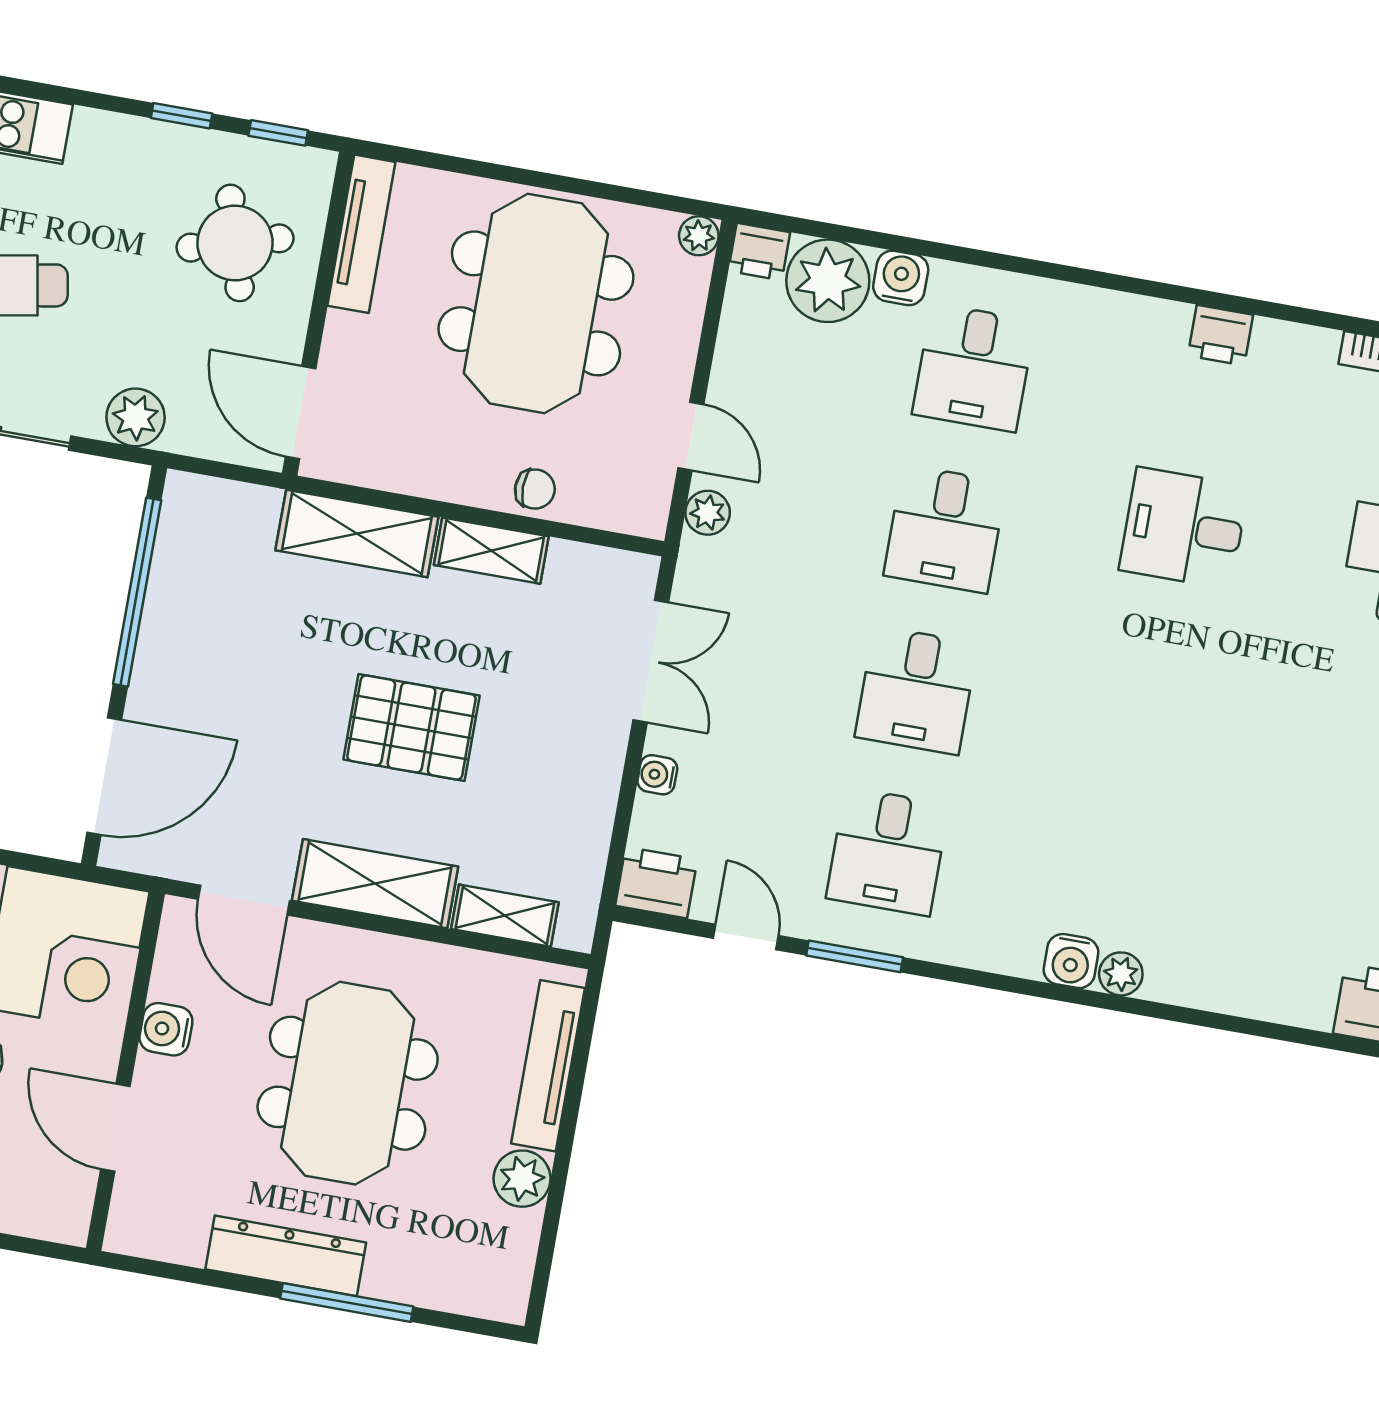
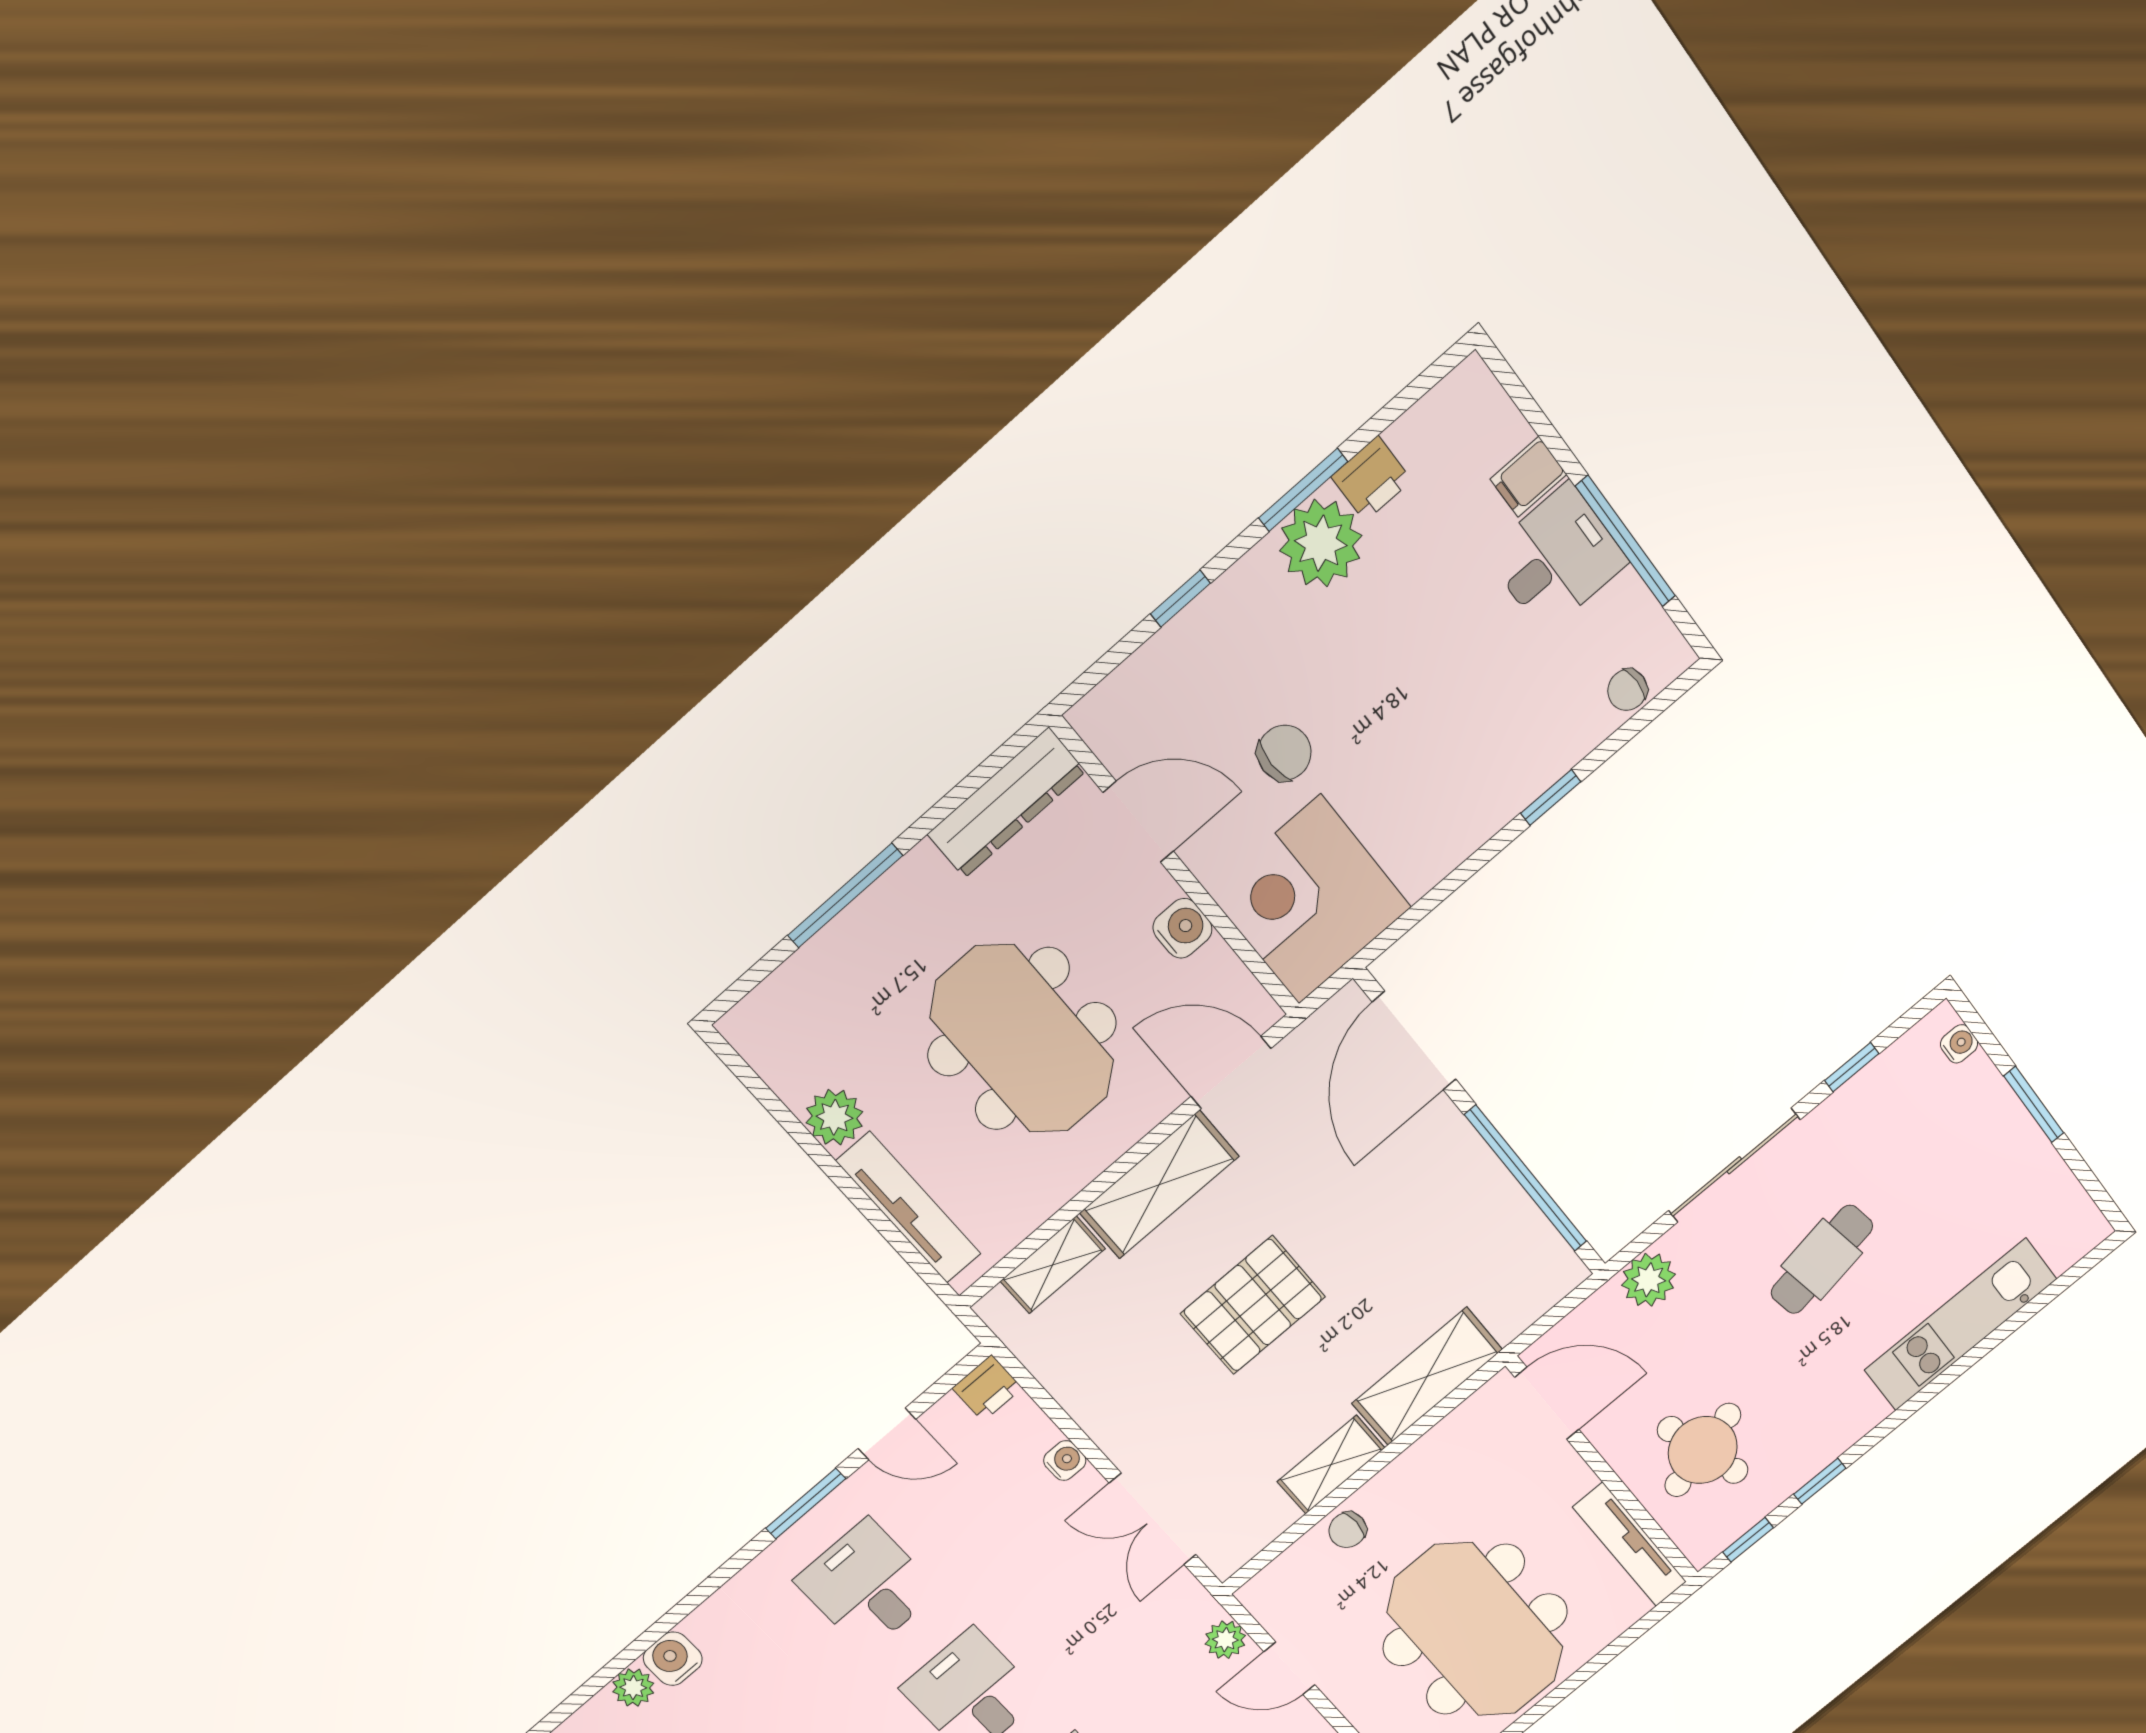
printer: (656, 883) -> (987, 1388), width x0.73, depth x0.81
dresser: (286, 1256) -> (1006, 803), moved

